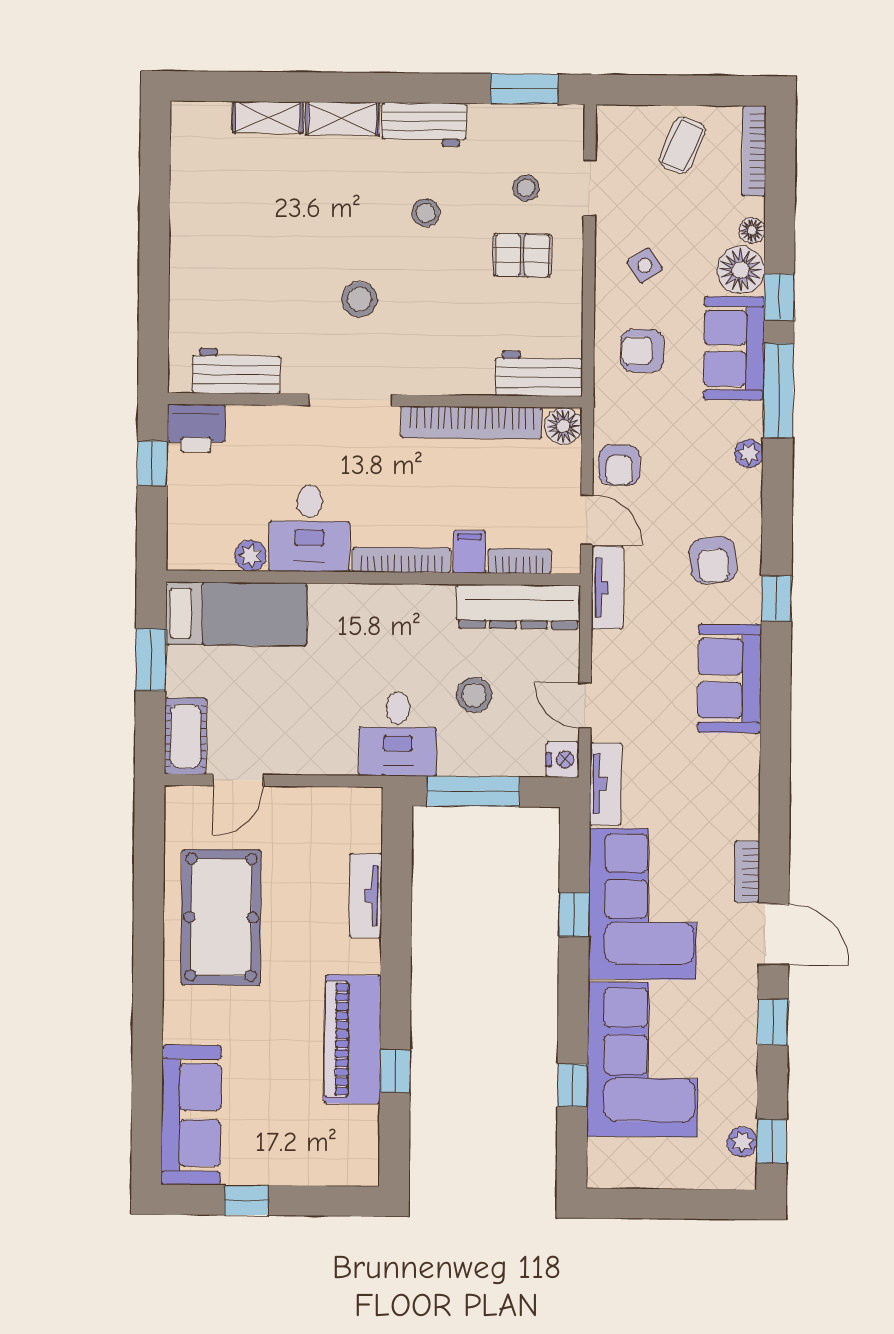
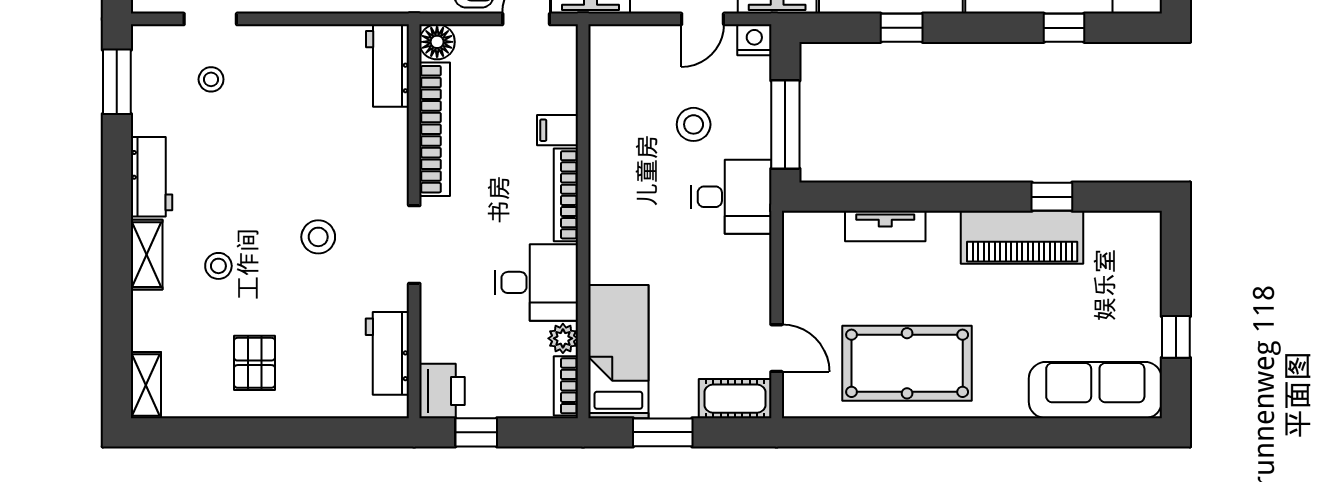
shelving: (268, 117) -> (146, 385), moved
stool: (426, 213) -> (218, 266), moved
pallet: (522, 255) -> (255, 363), moved
bookcase: (520, 561) -> (566, 386), moved
dresser: (519, 607) -> (609, 83), removed

